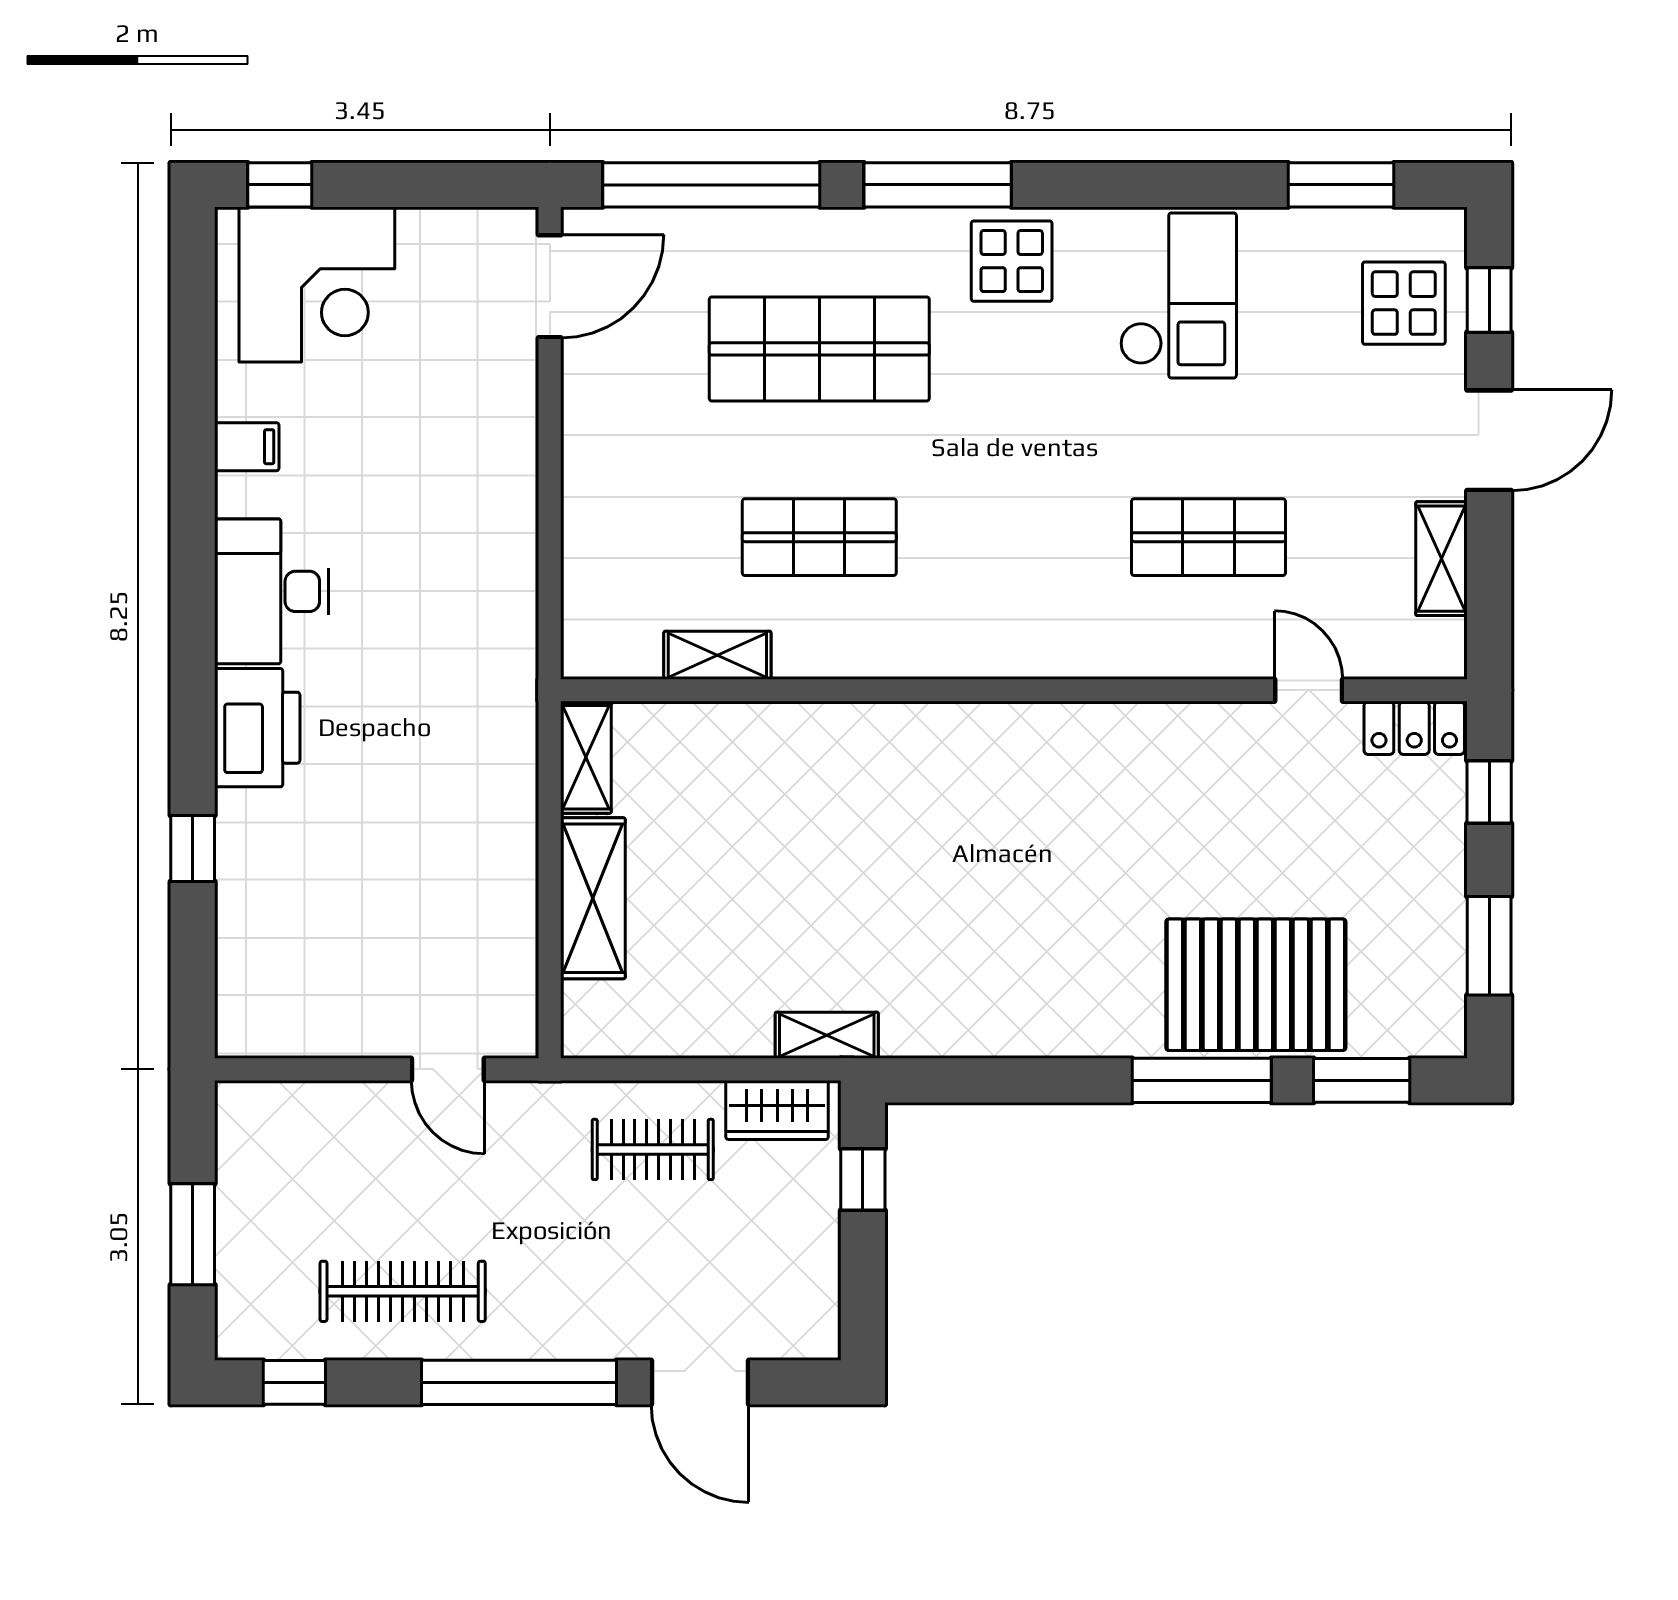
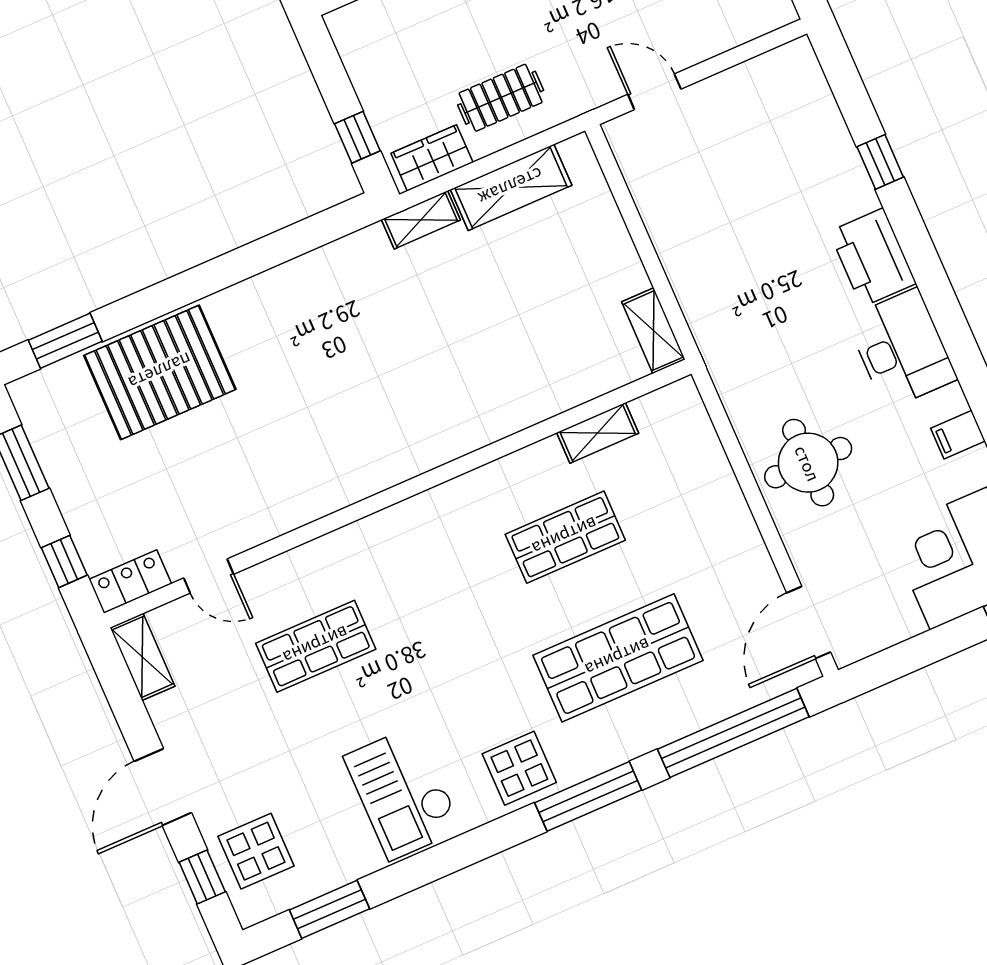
round table: (459, 496) -> (808, 463), added
shelving: (1441, 559) -> (142, 657), moved
shelving: (593, 898) -> (511, 187), moved, turned 90
window: (1202, 1080) -> (168, 296), removed

